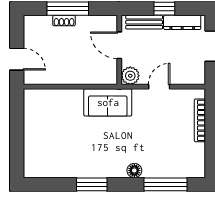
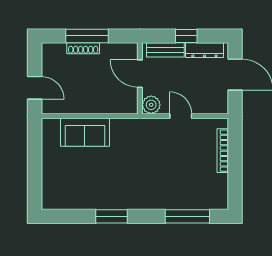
shoe rack: (64, 21) -> (83, 48), width x1.43
door: (159, 87) -> (181, 116), hinge flipped
sofa: (108, 102) -> (85, 132), moved
floor lamp: (134, 170) -> (155, 202), removed

